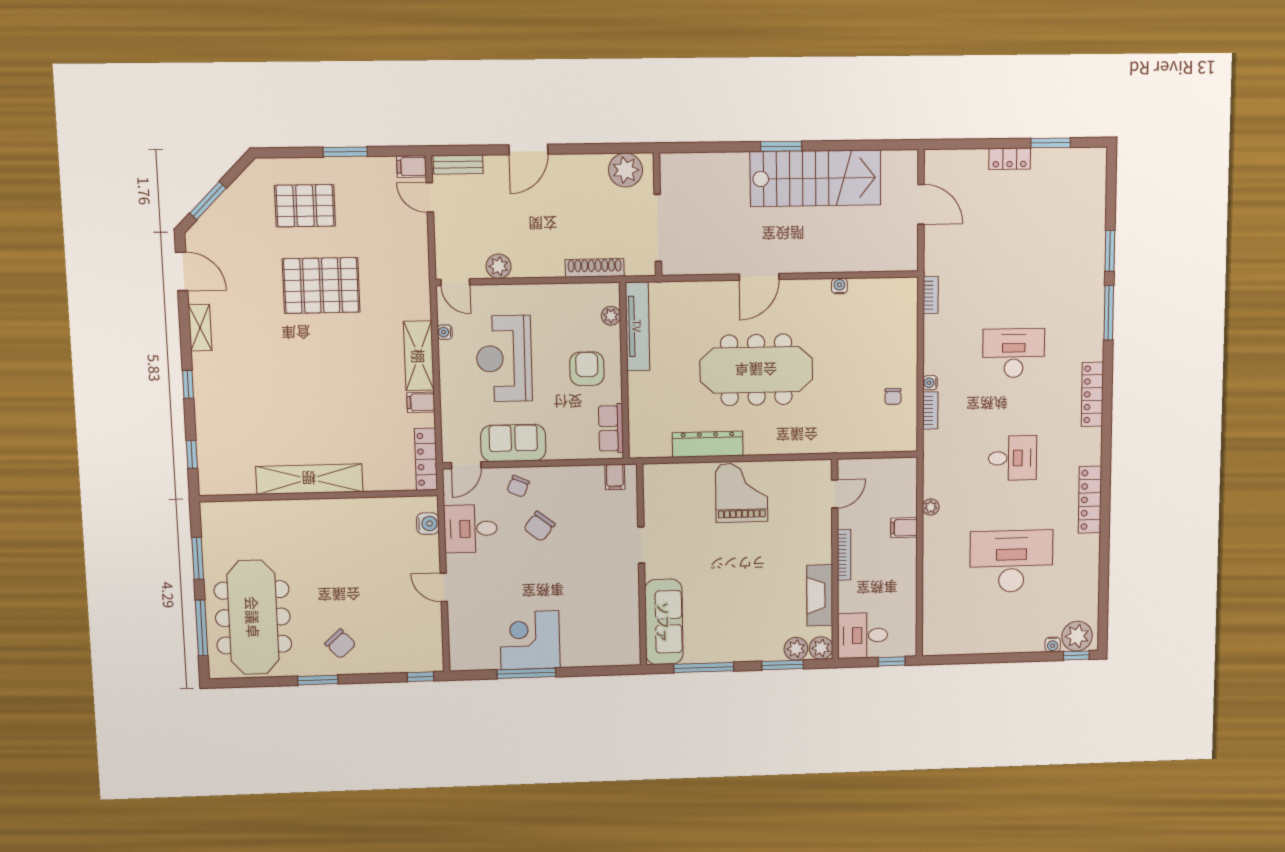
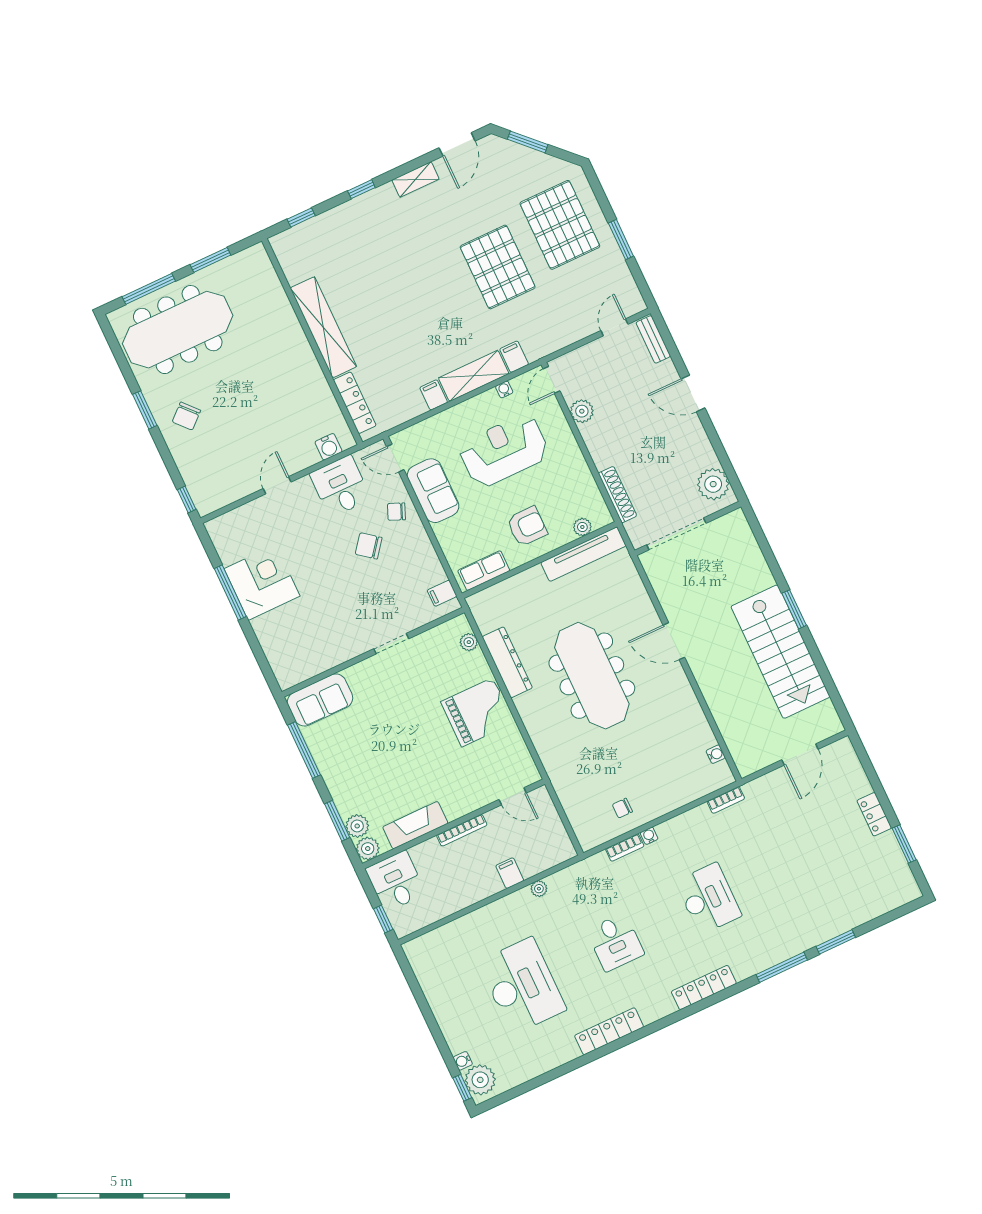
filing cabinet: (412, 167) -> (514, 357), moved
pallet: (305, 206) -> (560, 225), width x1.37, depth x1.41
water cooler: (839, 286) -> (716, 754), moved
locker: (426, 459) -> (355, 403), moved, turned 90
plant: (672, 472) -> (469, 642), added
sofa: (664, 622) -> (320, 700), width x0.73

